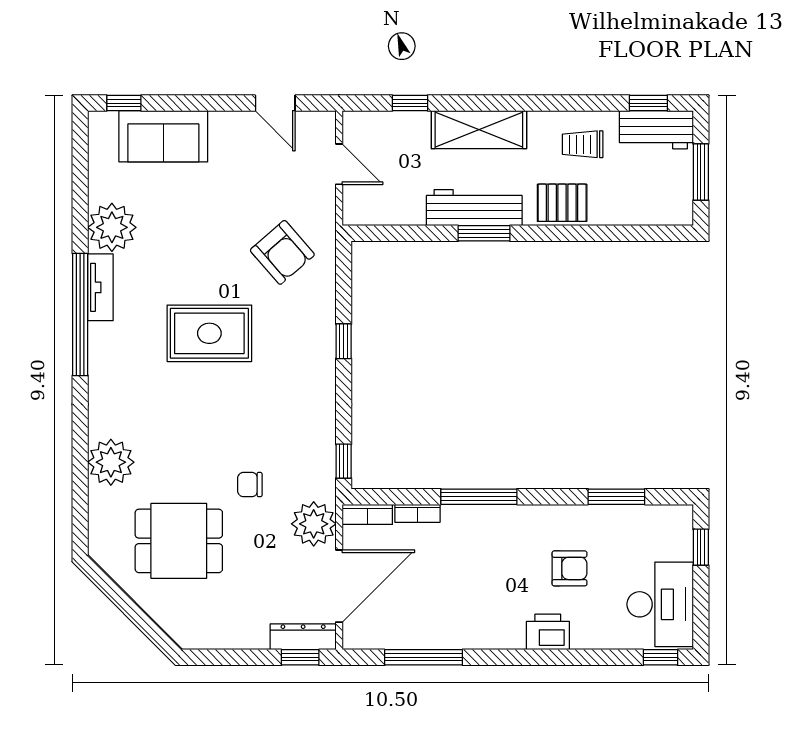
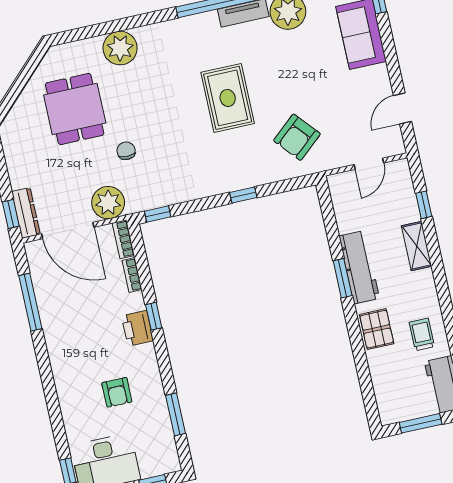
shelving: (479, 130) -> (417, 246), width x0.67, depth x0.75
window: (479, 497) -> (154, 316), width x0.46
printer: (548, 632) -> (137, 328), moved, turned 180

